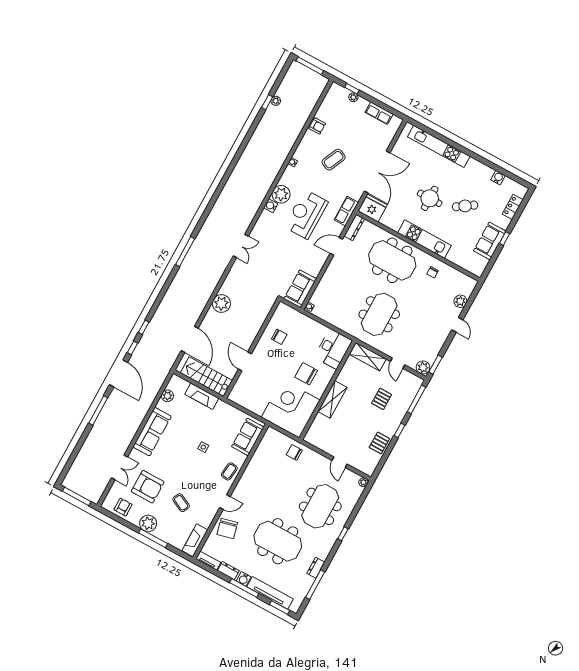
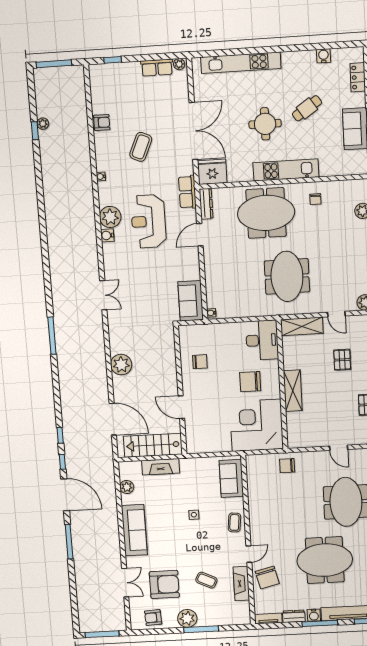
plant: (353, 97) -> (179, 64), moved
armchair: (123, 507) -> (153, 618), turned -93
fireplace: (195, 540) -> (241, 583), moved

